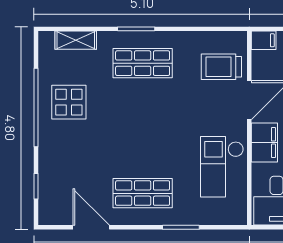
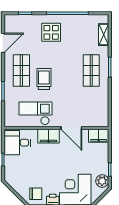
filing cabinet: (264, 40) -> (99, 136), width x2.00
trolley: (221, 67) -> (44, 79), moved
display table: (69, 102) -> (51, 32), moved

